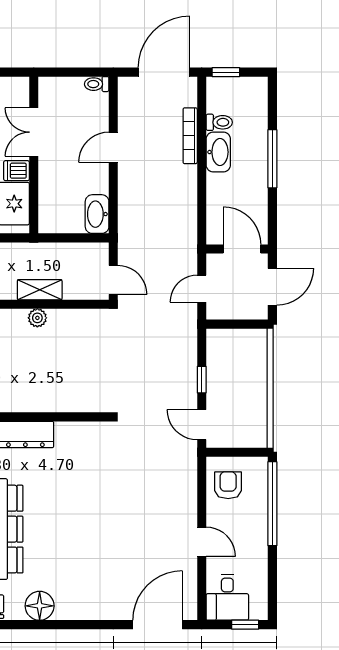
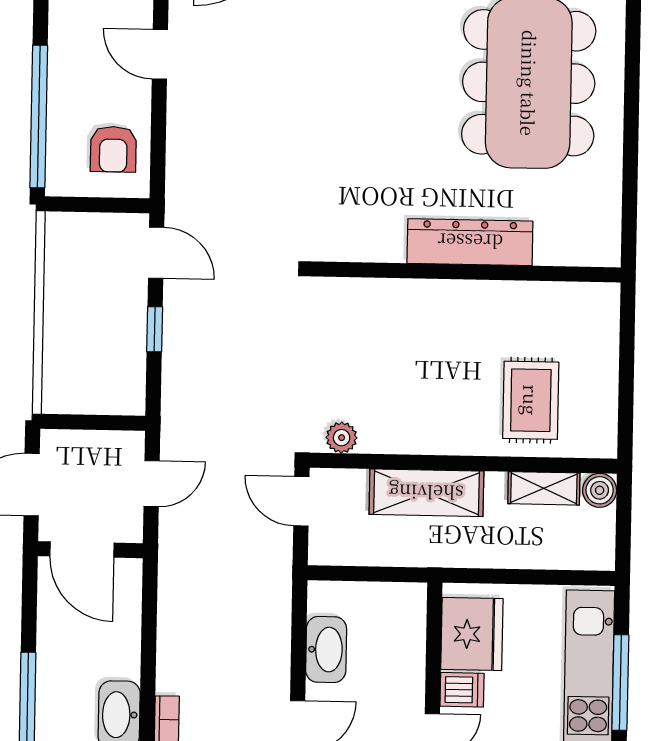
washbasin: (97, 214) -> (326, 649), moved
shelving: (40, 290) -> (426, 493), width x1.50, depth x1.33
plant: (37, 318) -> (342, 438), moved

